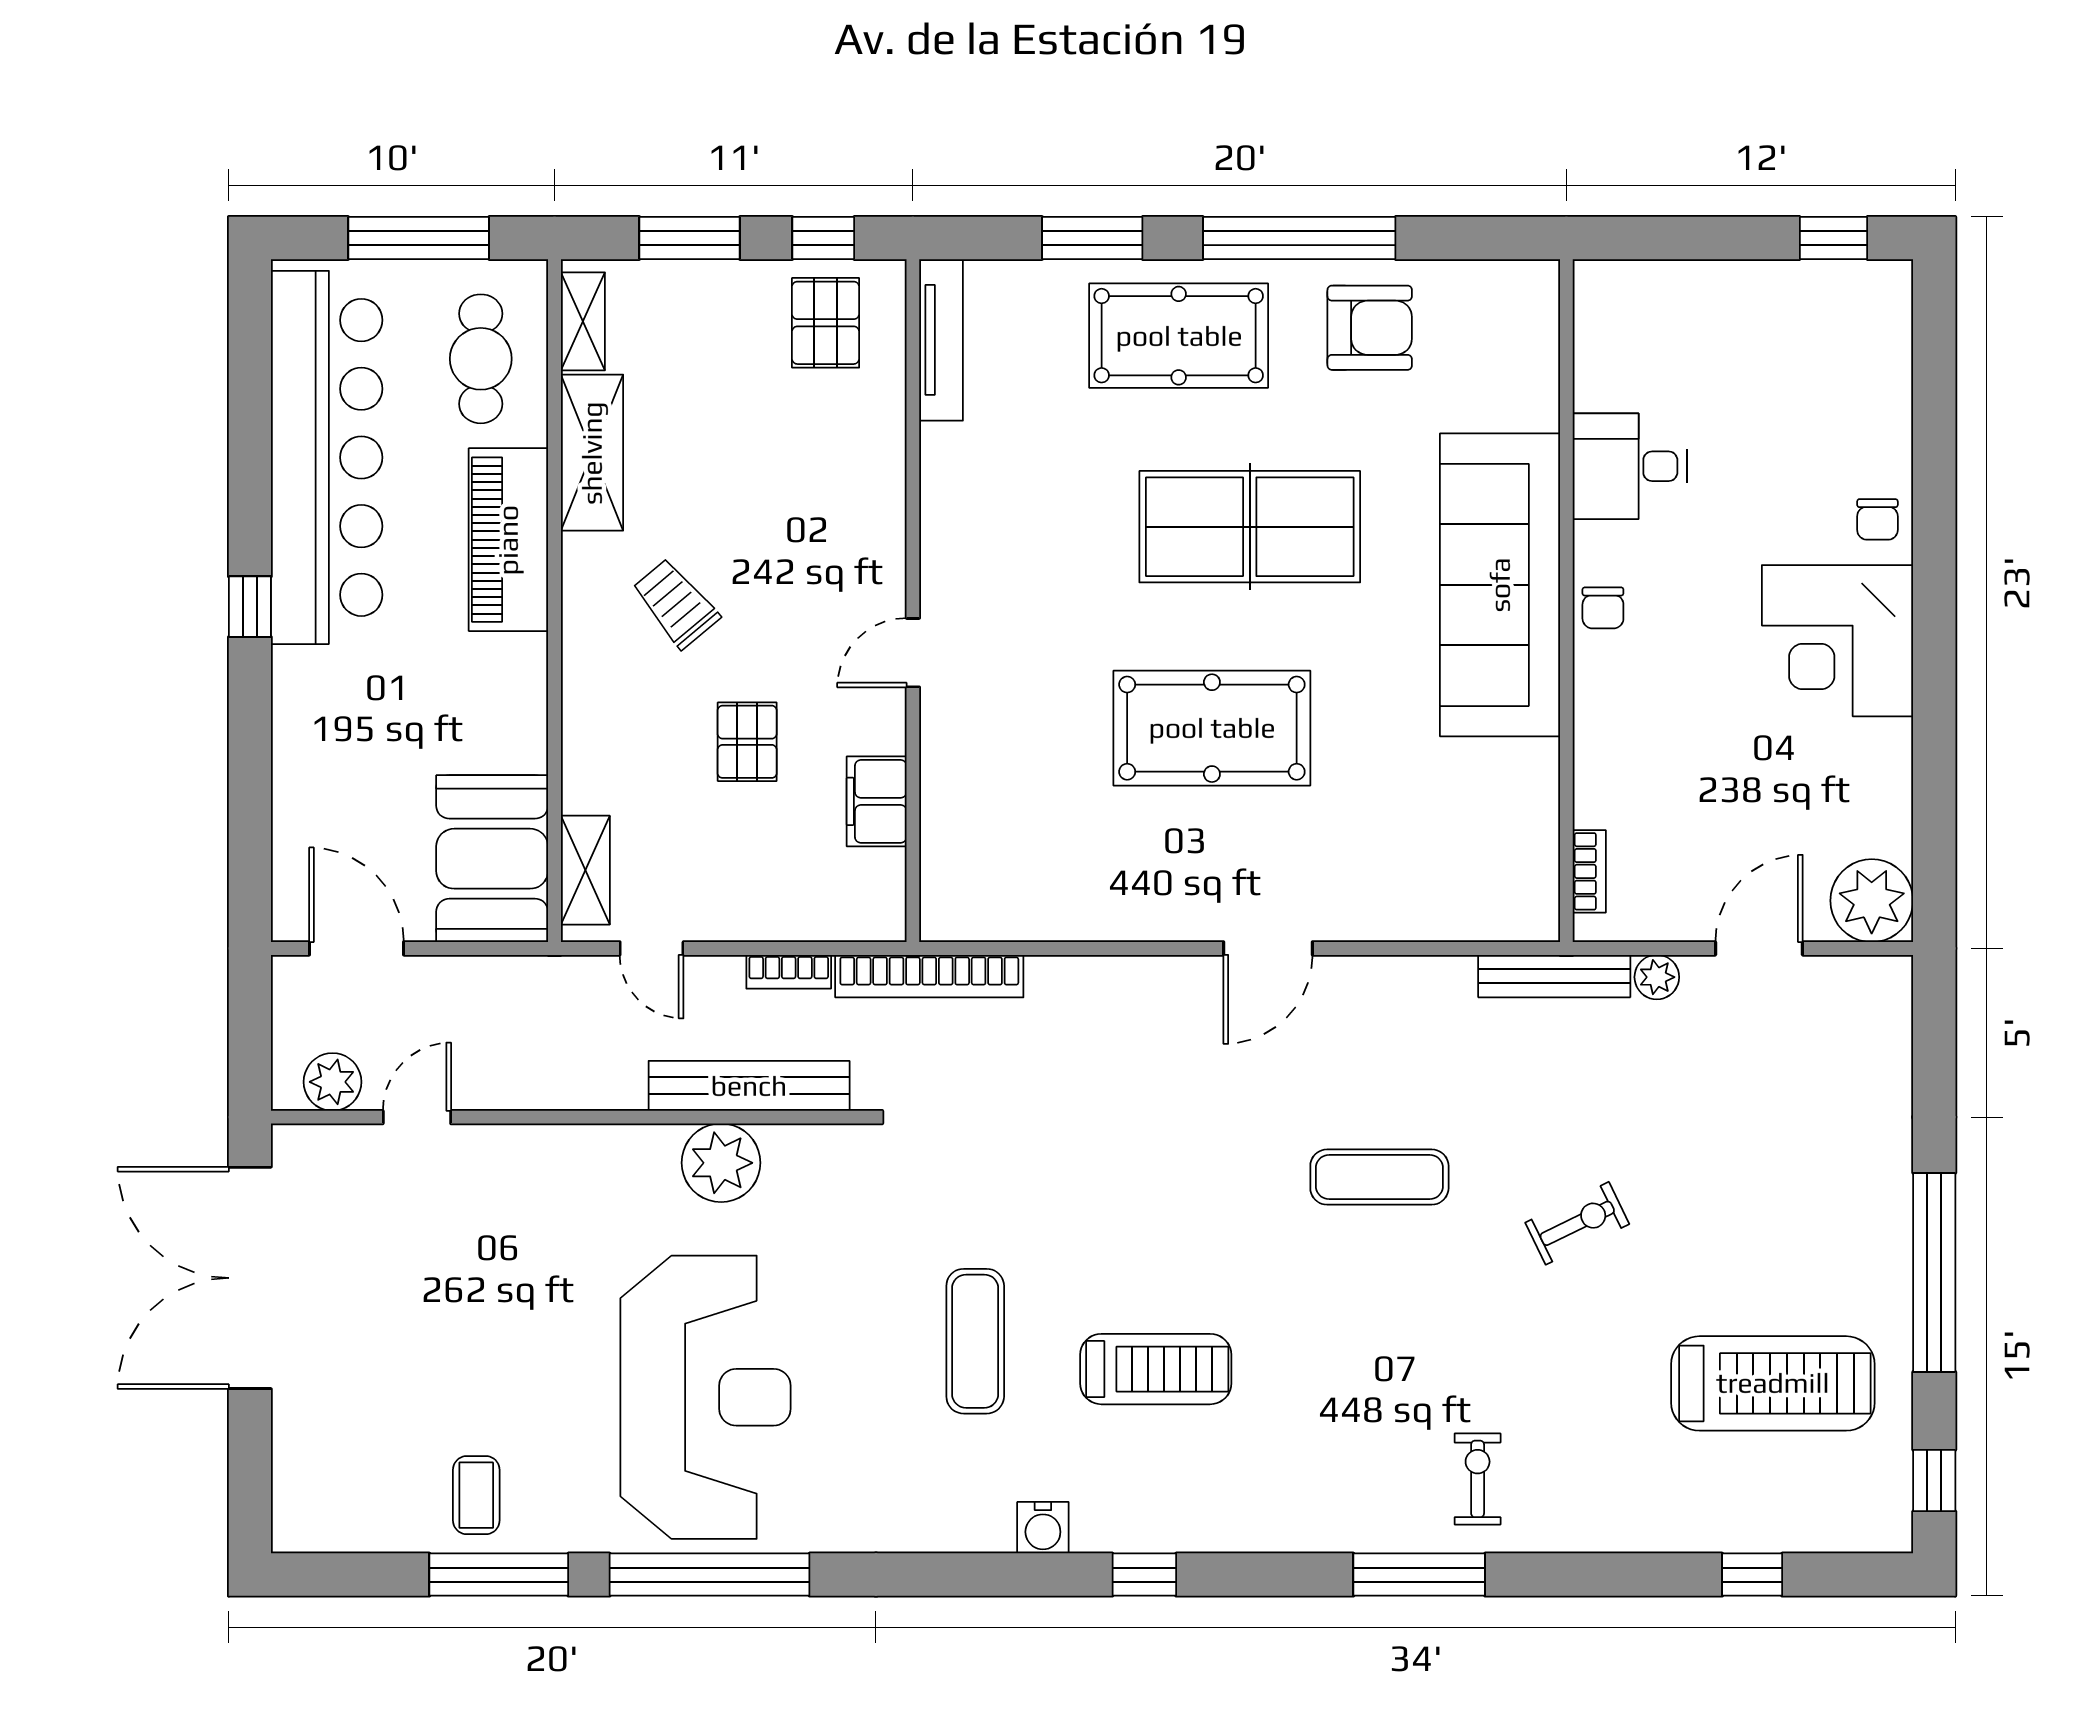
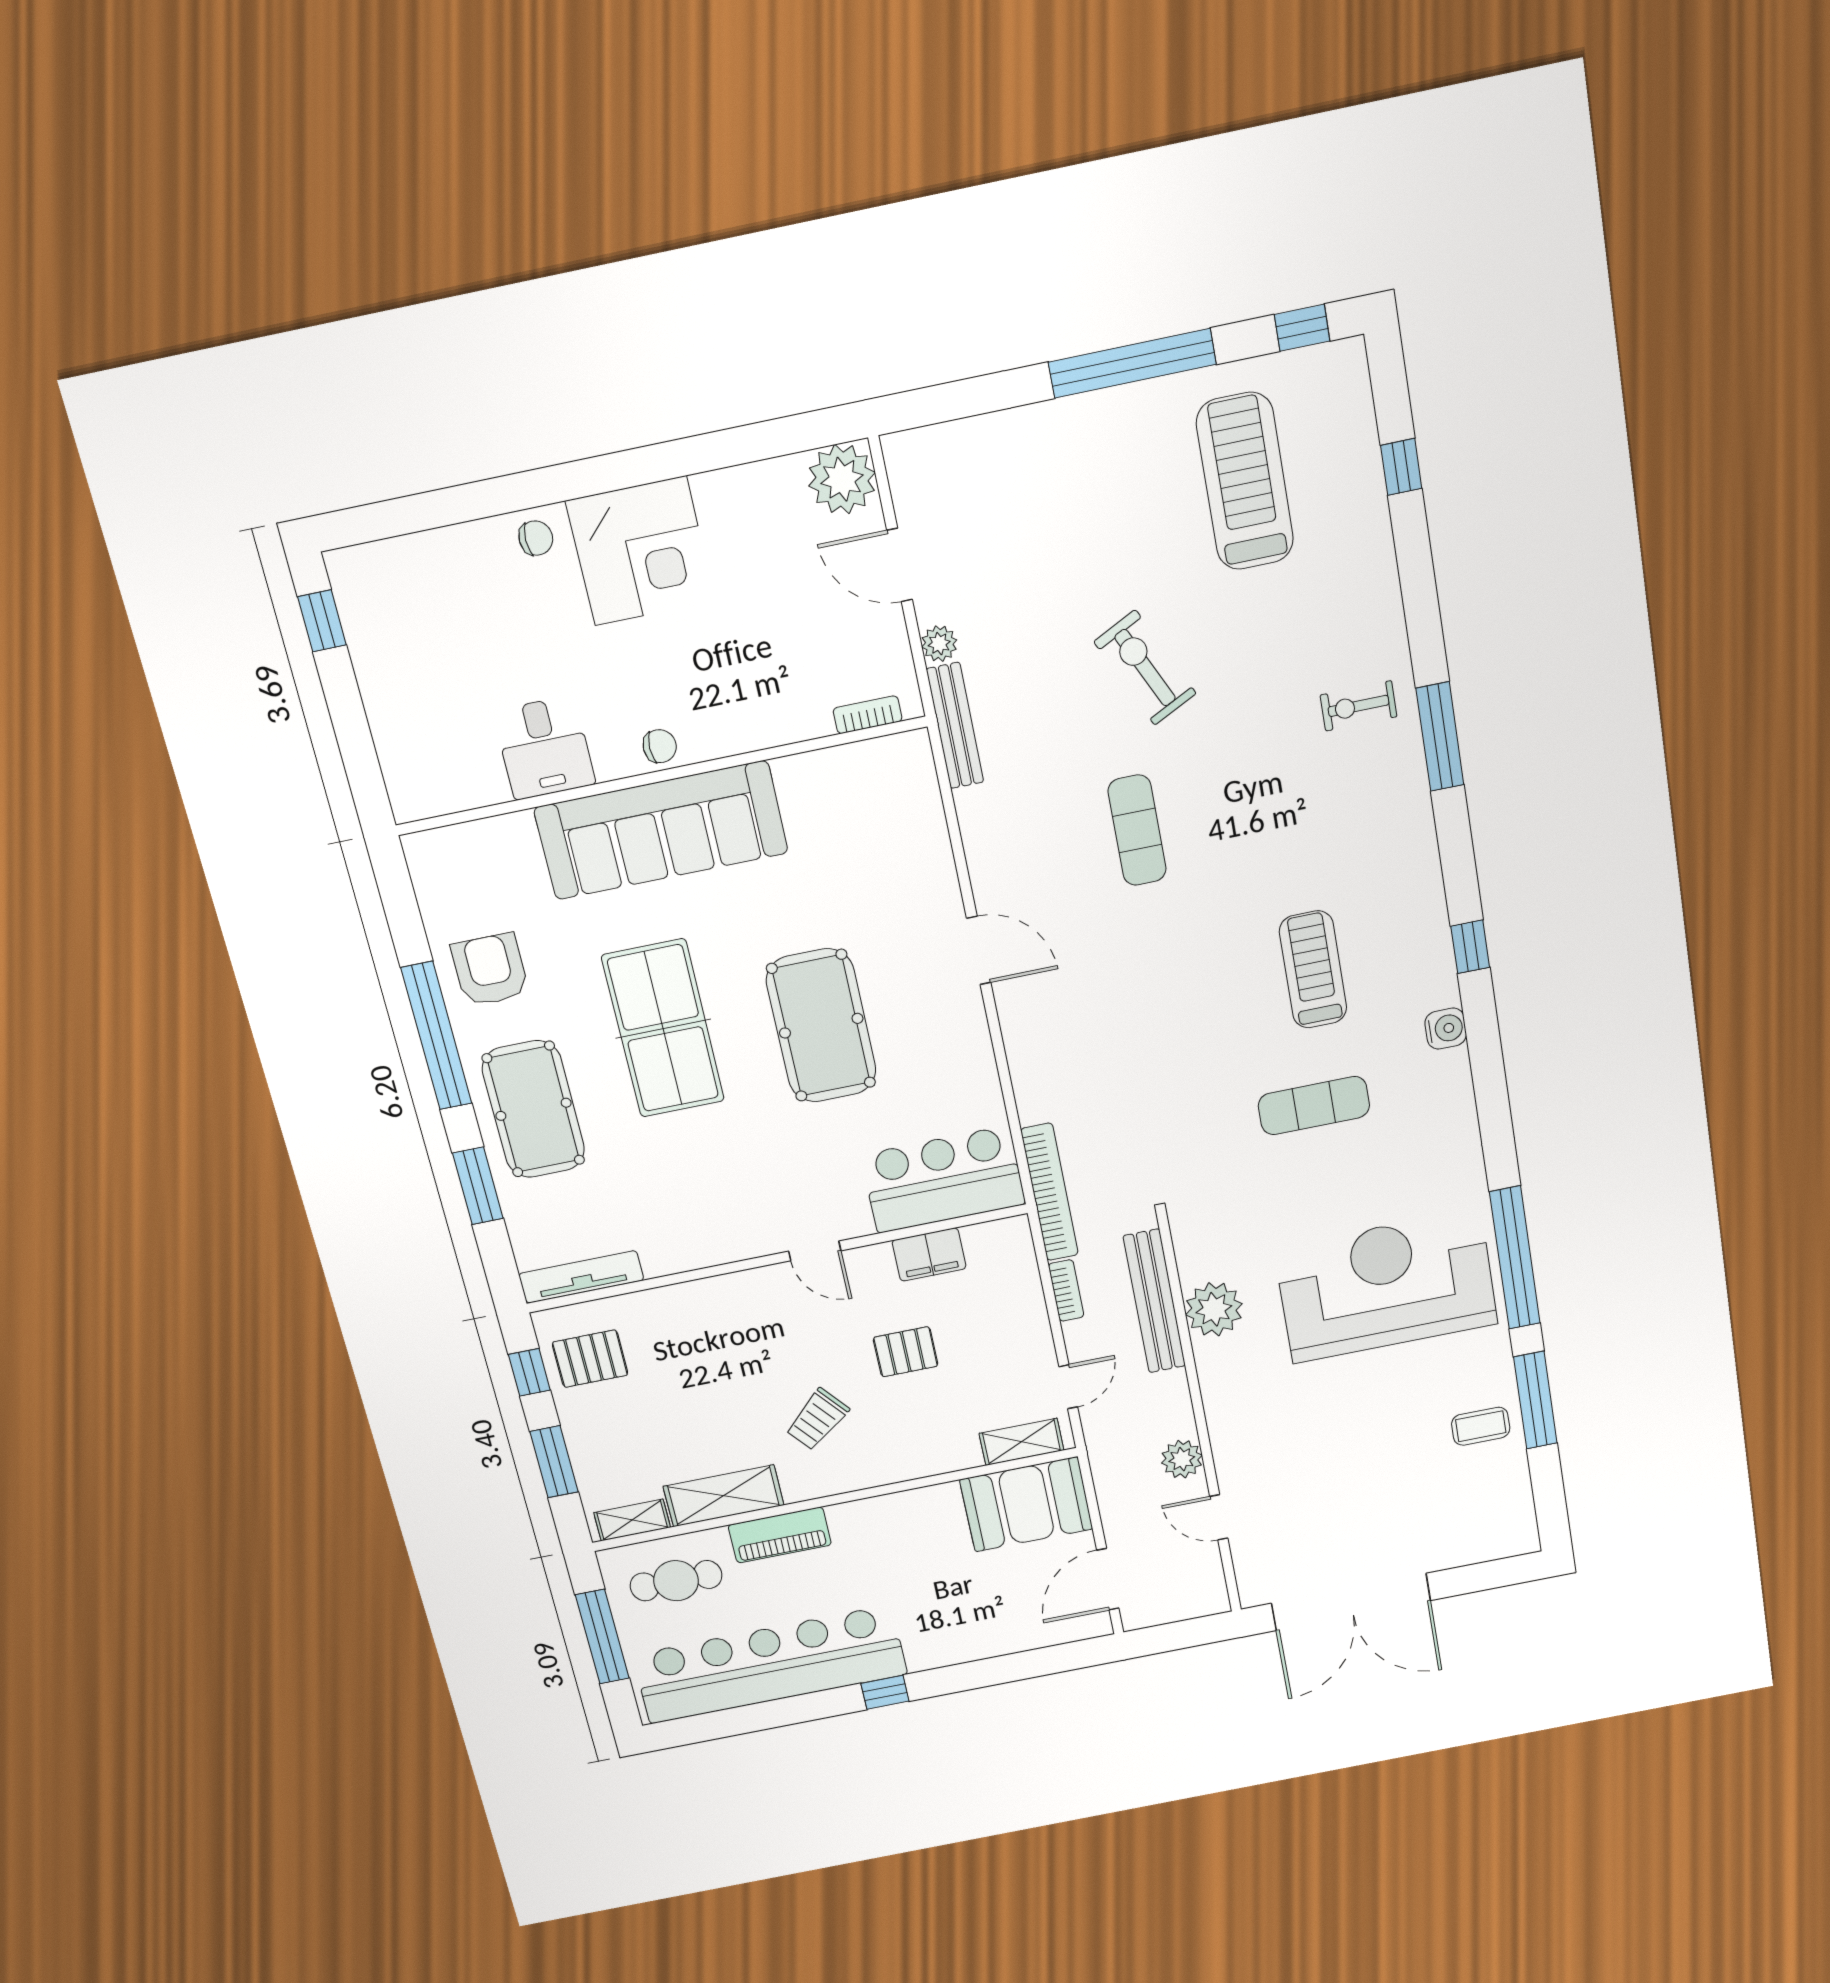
piano: (508, 540) -> (780, 1535), width x0.73, depth x0.75
bar counter: (975, 841) -> (943, 1180), added
plant: (333, 1082) -> (1182, 1459), moved
exercise bike: (1577, 1223) -> (1145, 668), width x1.38, depth x1.39

